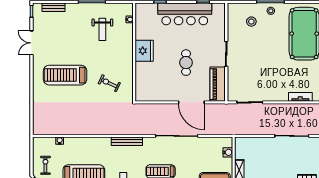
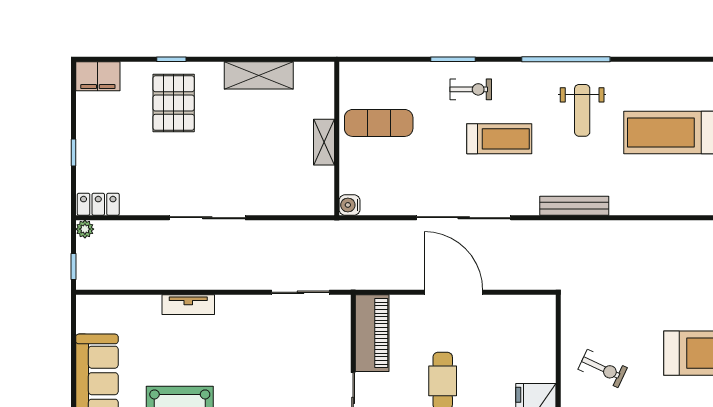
exercise bike: (109, 83) -> (603, 368), moved
door: (191, 102) -> (454, 292), moved
water cooler: (228, 152) -> (350, 205), moved

